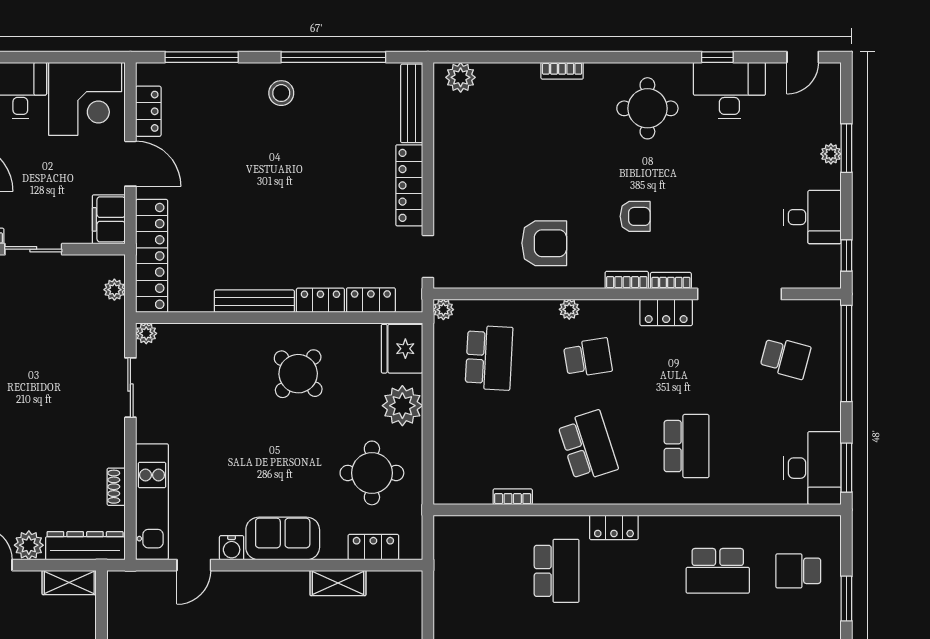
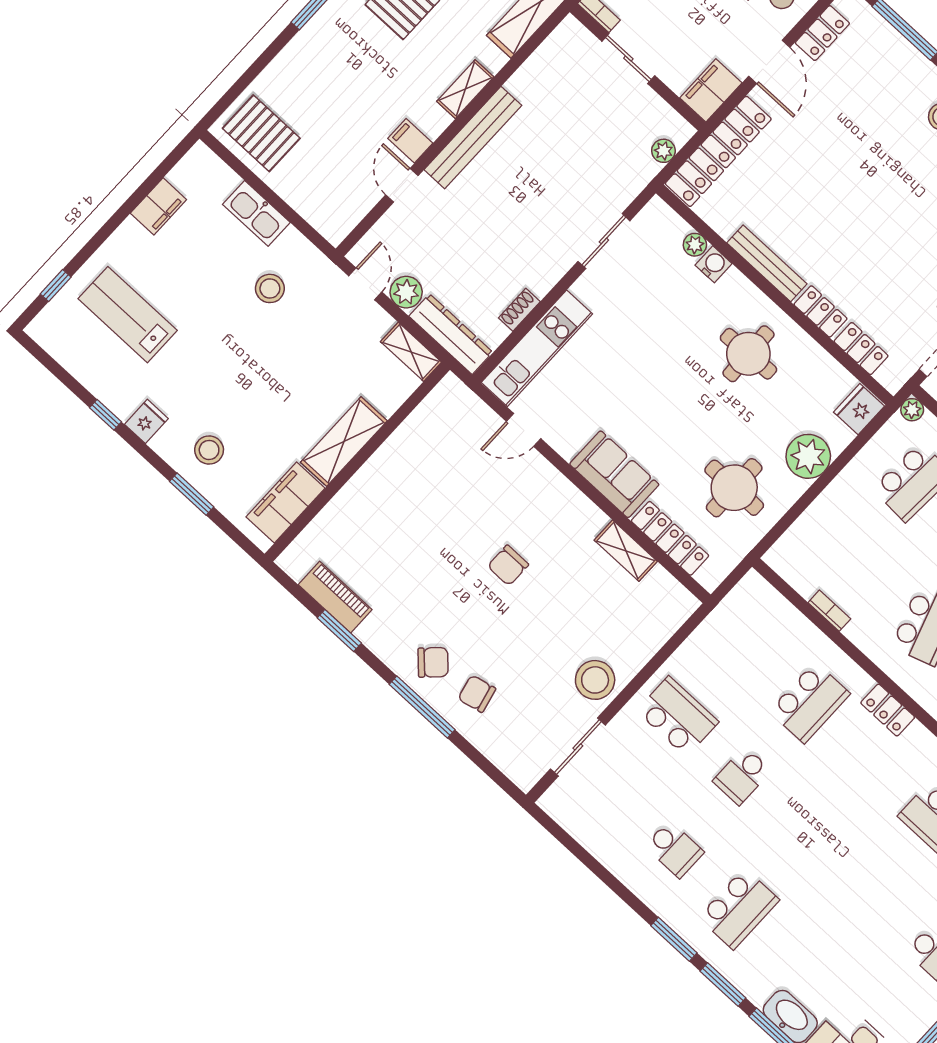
plant: (146, 333) -> (695, 245), moved
fridge: (402, 349) -> (859, 409), width x0.73, depth x0.75
round table: (298, 374) -> (748, 354), turned 45
locker: (373, 547) -> (670, 538), width x1.53
water cooler: (232, 548) -> (714, 264), moved, turned 180

